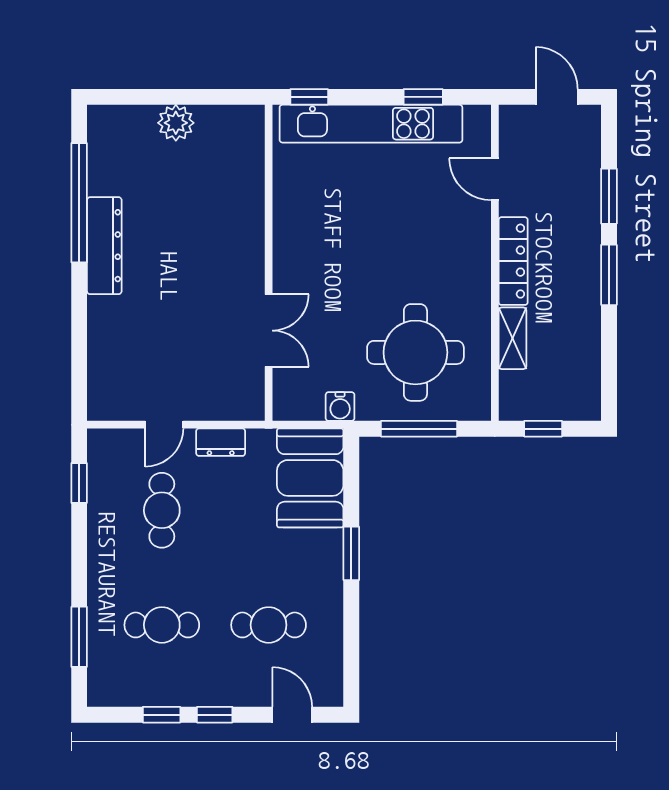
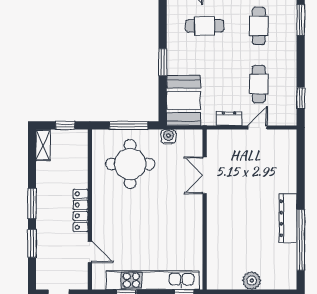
shelving: (512, 338) -> (43, 145), moved
cafe table: (162, 625) -> (259, 26), turned 90

